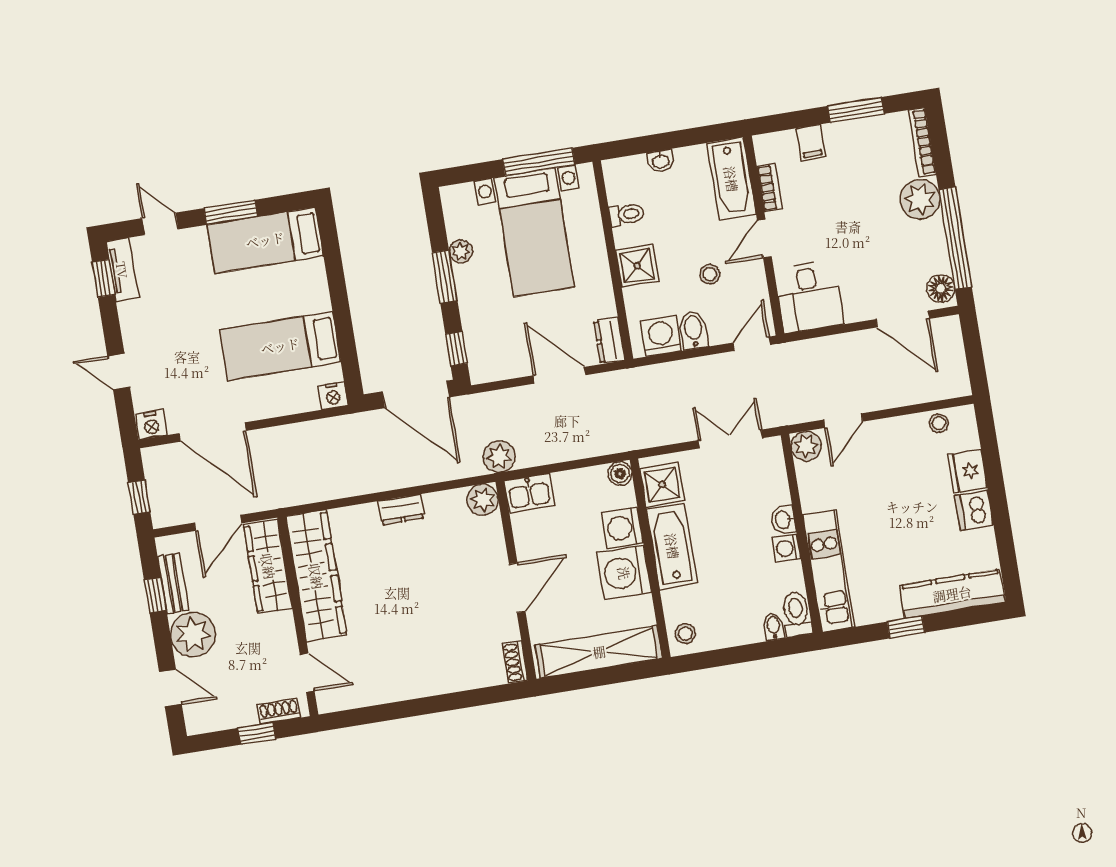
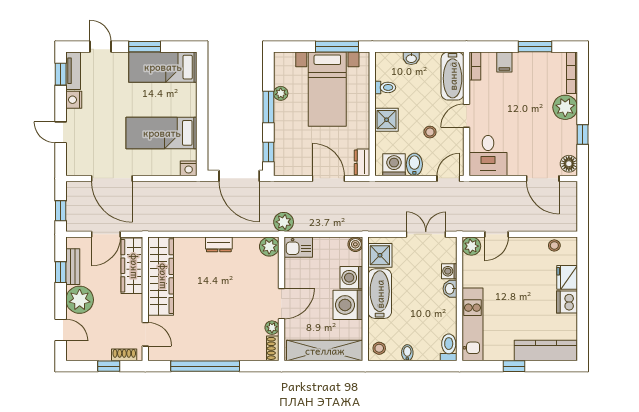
bookcase: (770, 188) -> (475, 66), moved
window: (955, 238) -> (583, 135), width x0.32
nightstand: (151, 425) -> (74, 100), moved, turned 90
washing machine: (787, 548) -> (449, 271), moved
bidet: (773, 627) -> (407, 353), moved
plant: (508, 629) -> (272, 328), added
window: (411, 708) -> (205, 366), added

